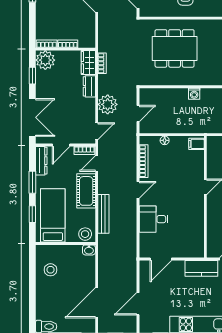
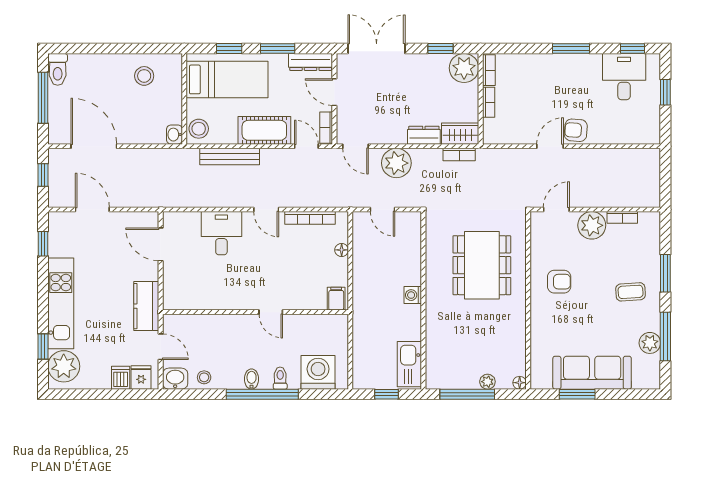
double door: (32, 117) -> (377, 48), swing flipped

